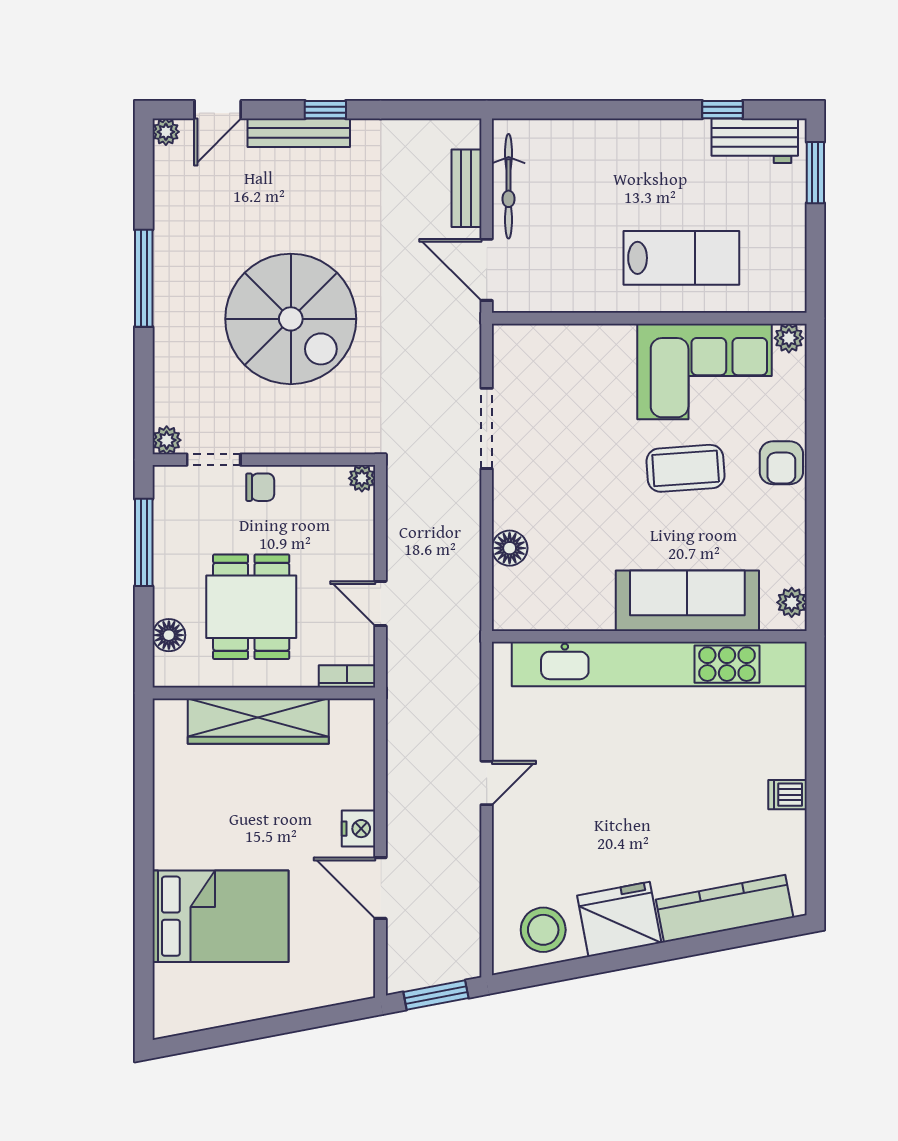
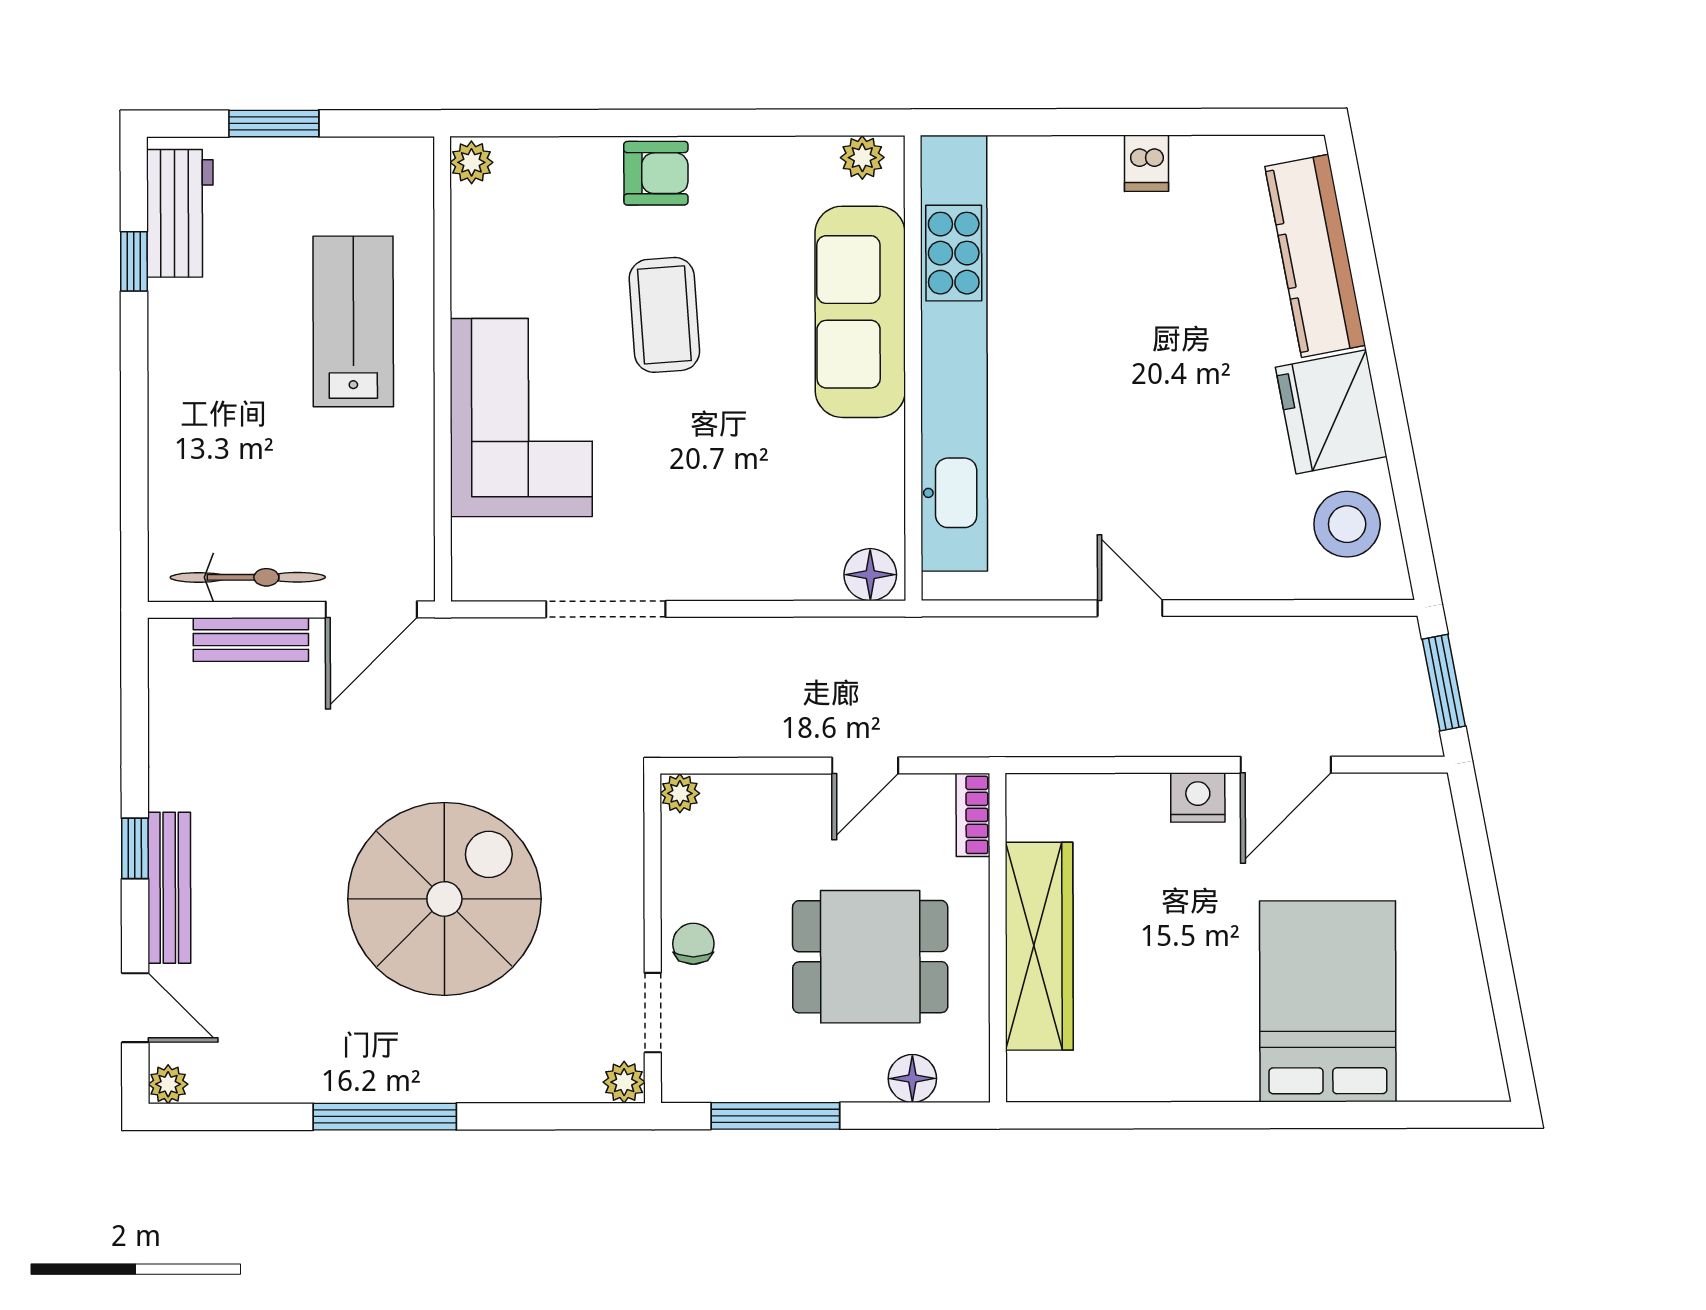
window: (815, 173) -> (274, 124), moved
corner sofa: (704, 371) -> (521, 418), moved
floor lamp: (510, 548) -> (870, 575), moved

